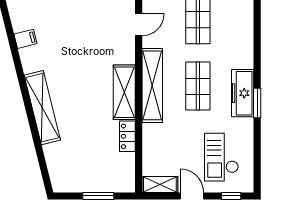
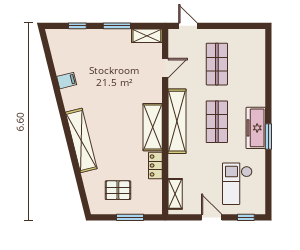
pallet: (84, 165) -> (118, 190), added
shelving: (160, 184) -> (175, 194), moved, turned 90

